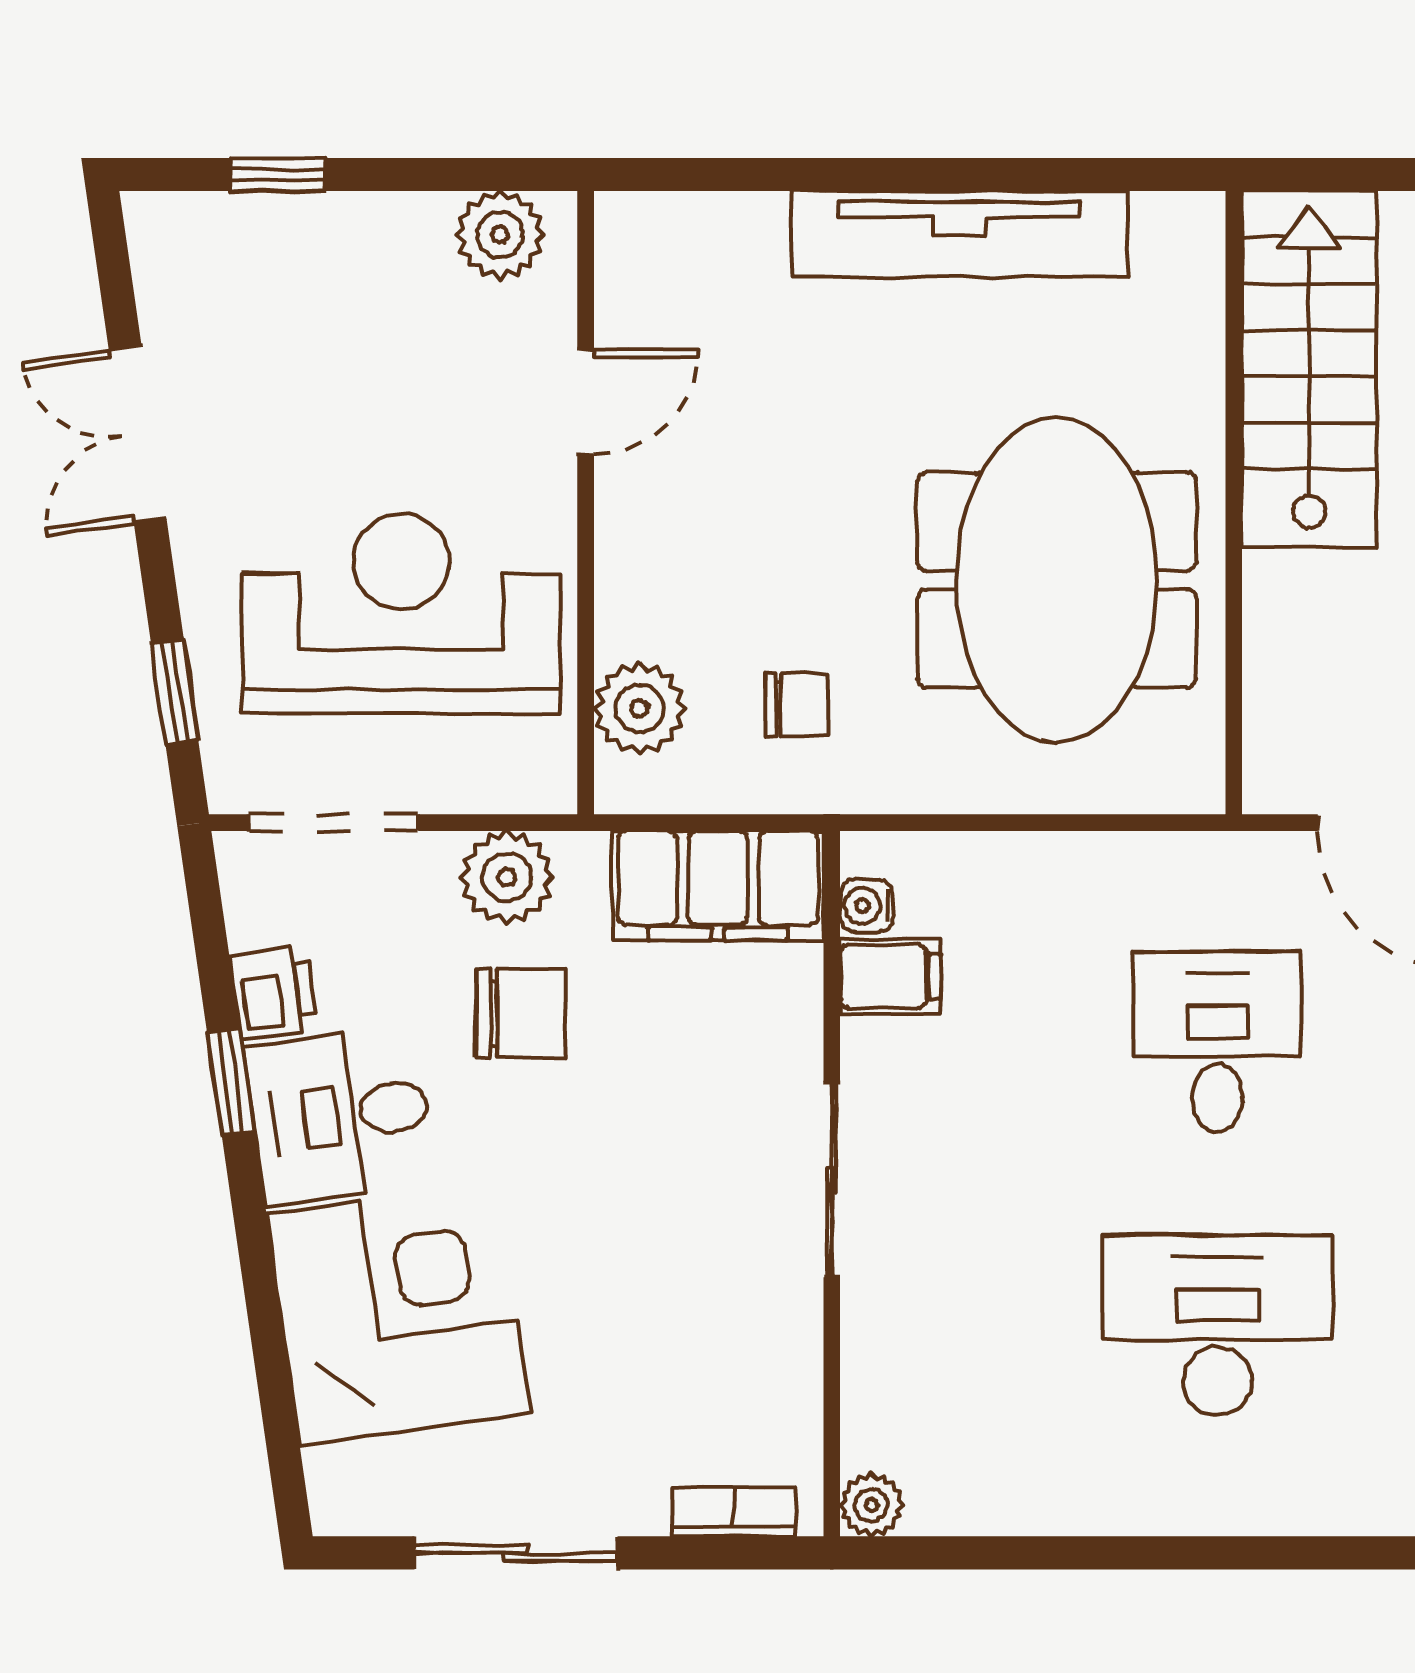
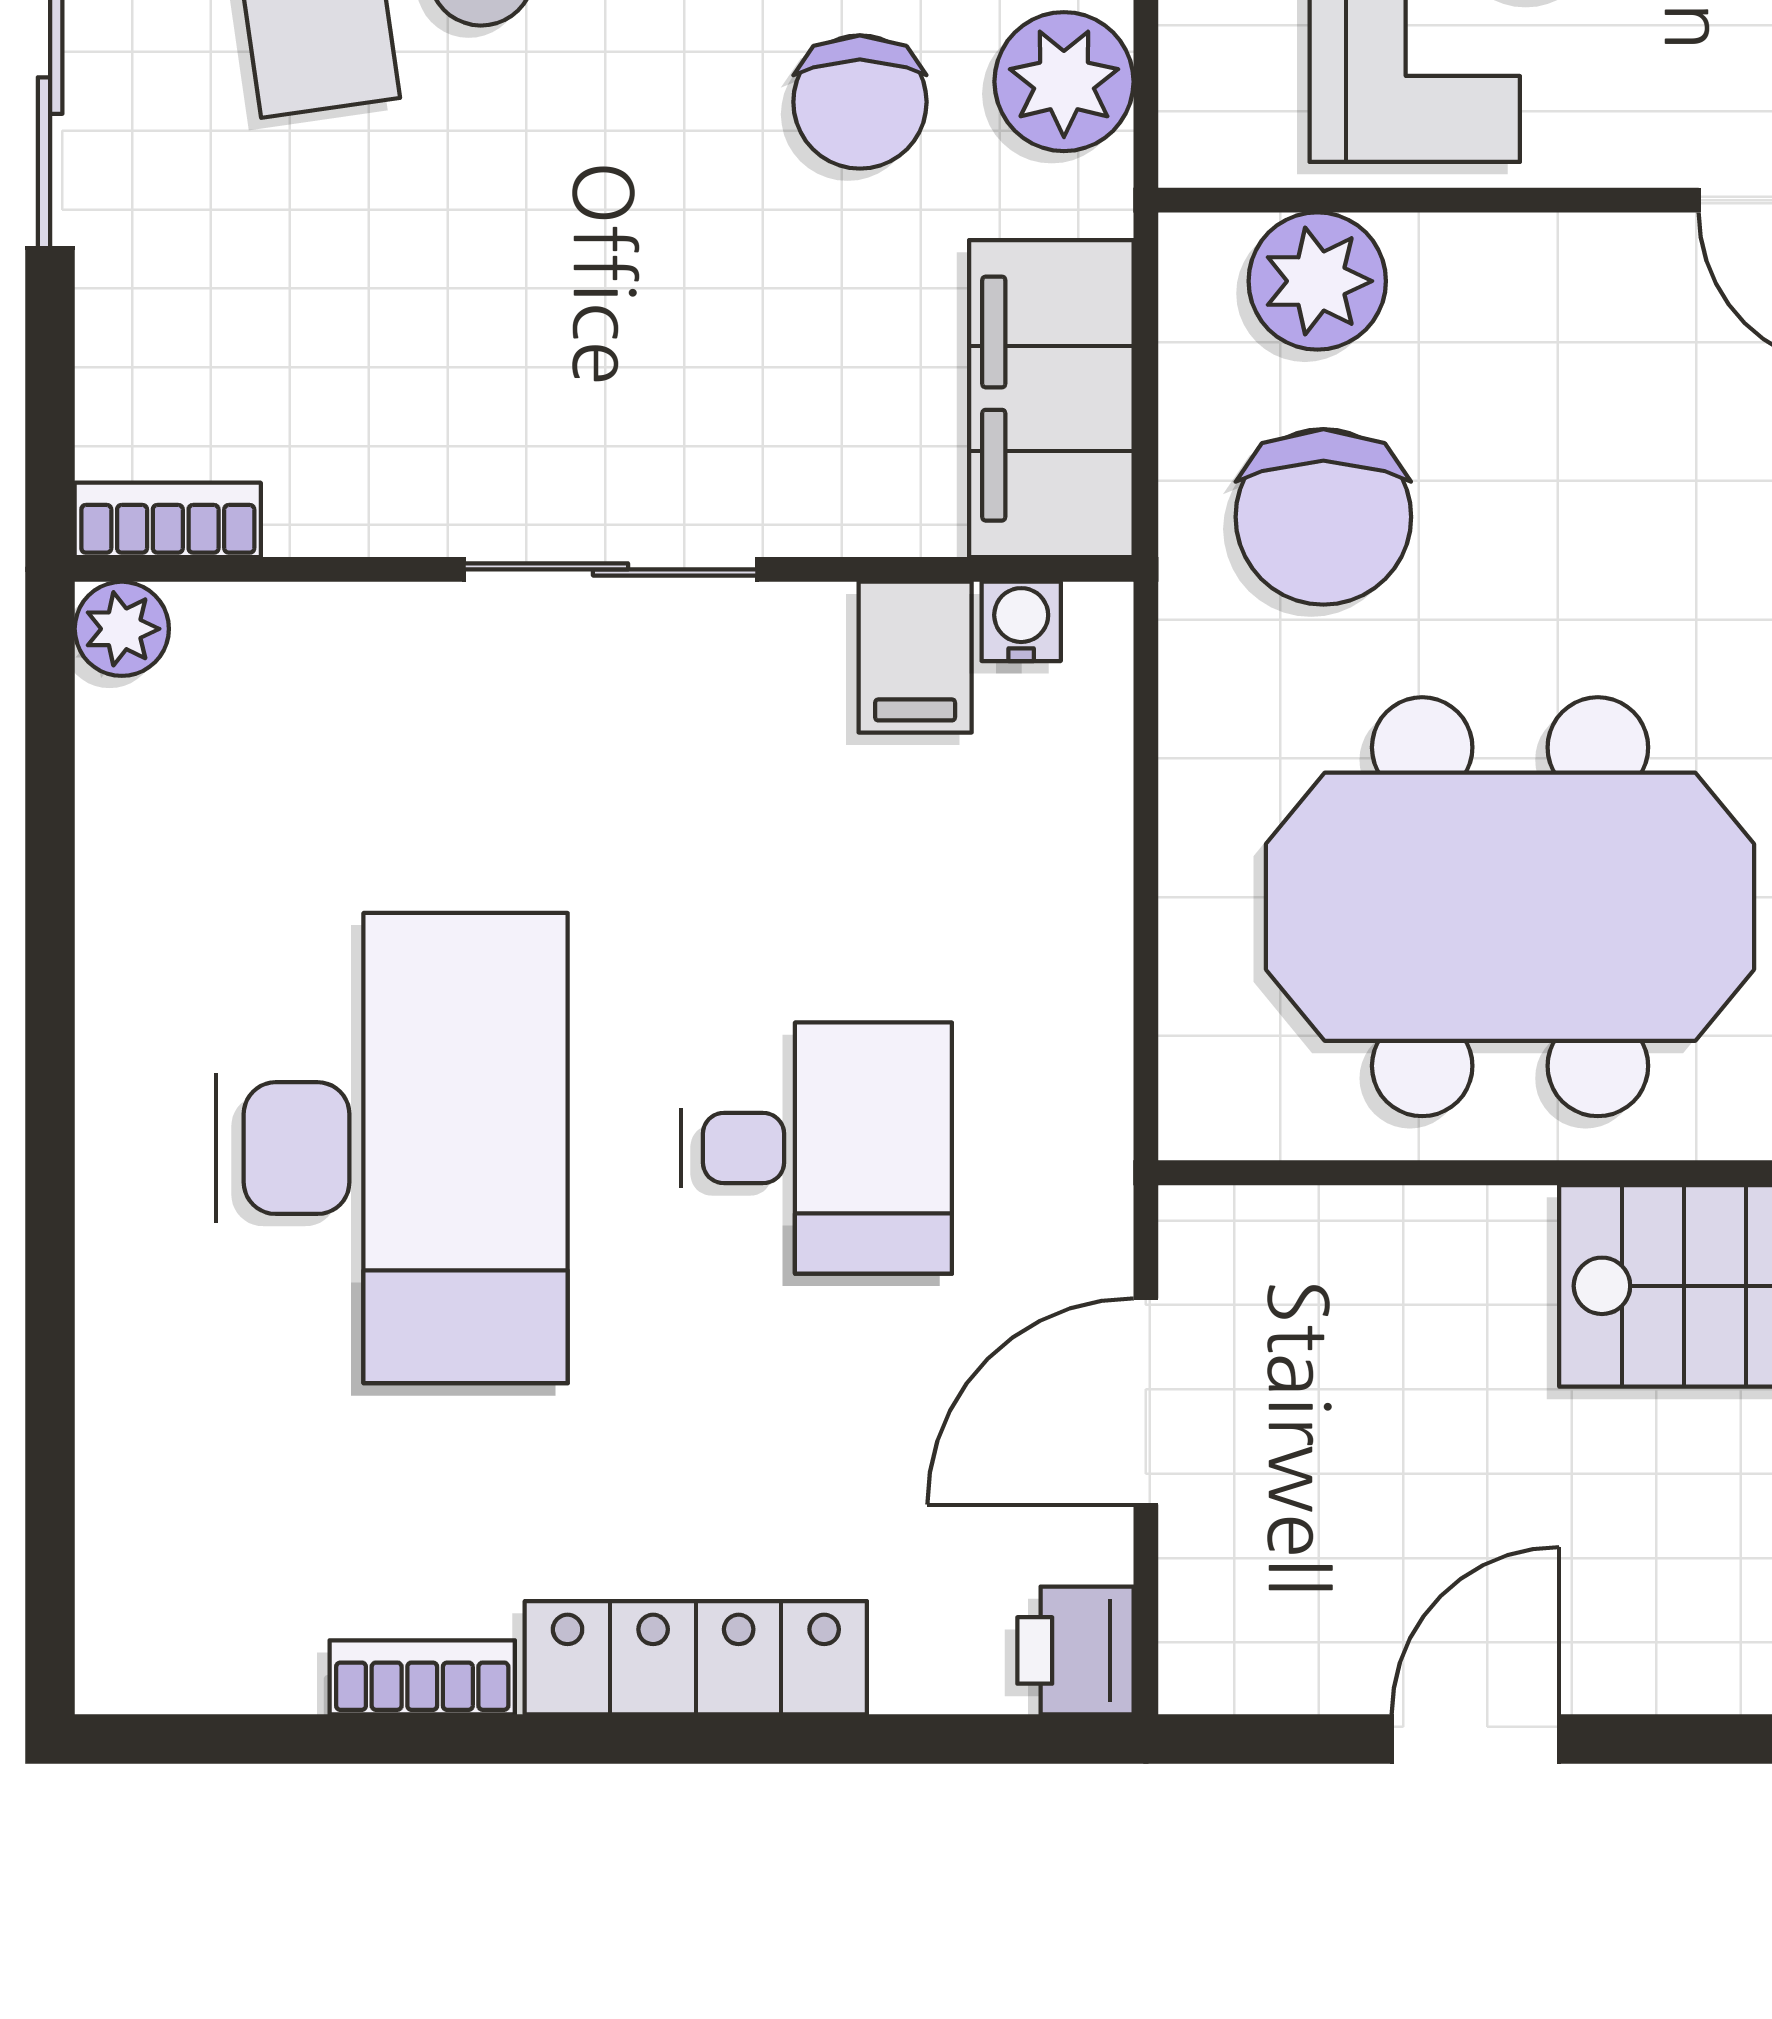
chair: (797, 704) -> (1323, 517), width x1.87, depth x1.87
desk: (1217, 1325) -> (392, 1148), width x1.36, depth x1.30
bookcase: (734, 1512) -> (168, 520), moved, turned -90

